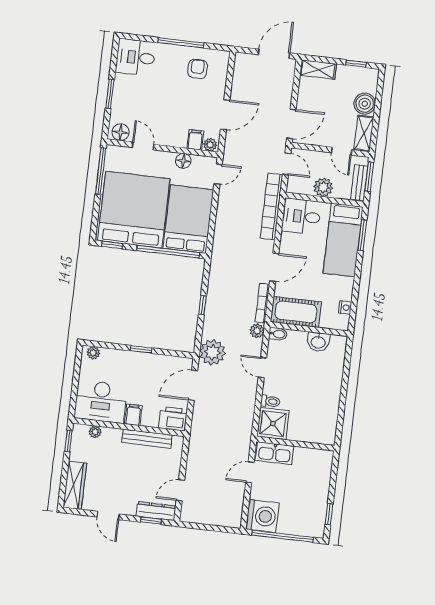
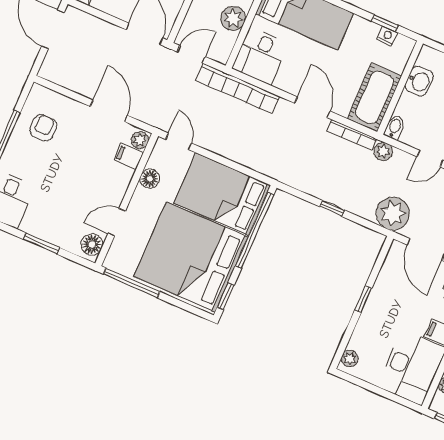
armchair: (198, 69) -> (43, 128), turned 90
window: (354, 303) -> (385, 23), added

